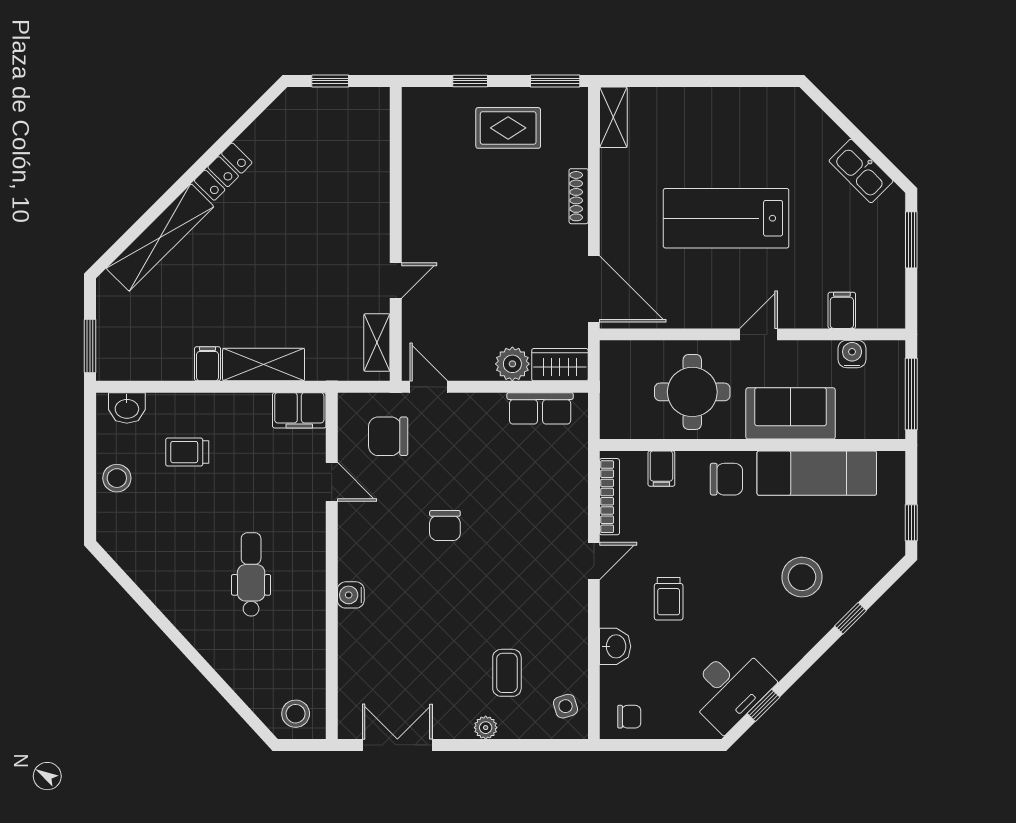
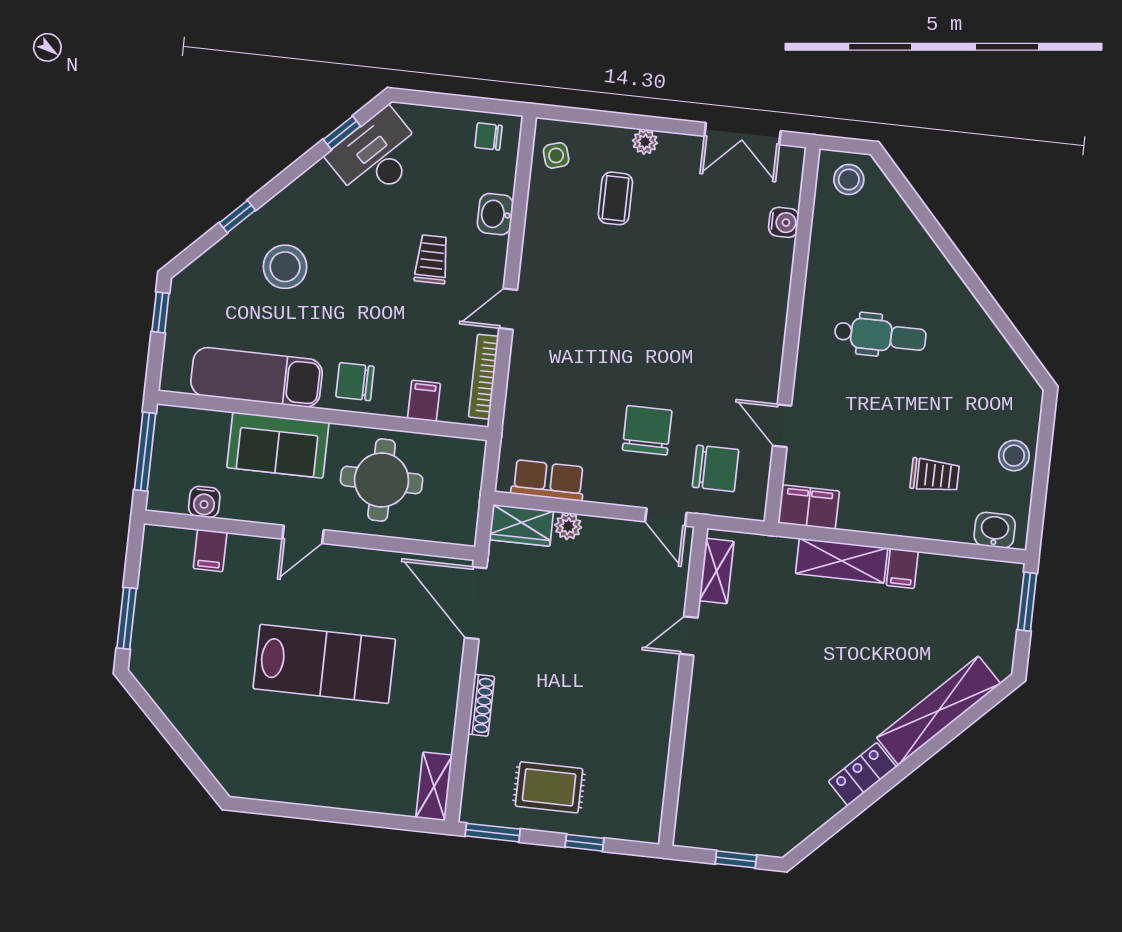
kitchen sink: (861, 171) -> (173, 699), removed
plant: (512, 364) -> (568, 526), width x0.73, depth x0.73
chair: (445, 525) -> (647, 430), moved, width x1.37, depth x1.37
dental chair: (251, 574) -> (880, 335), turned -90
water cooler: (351, 595) -> (784, 222), moved

